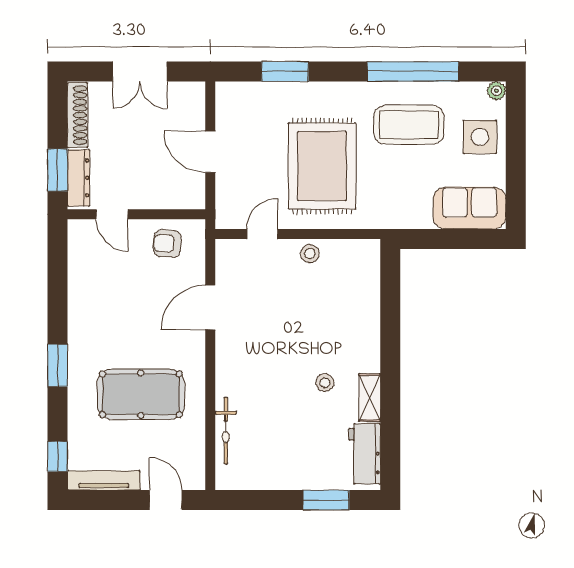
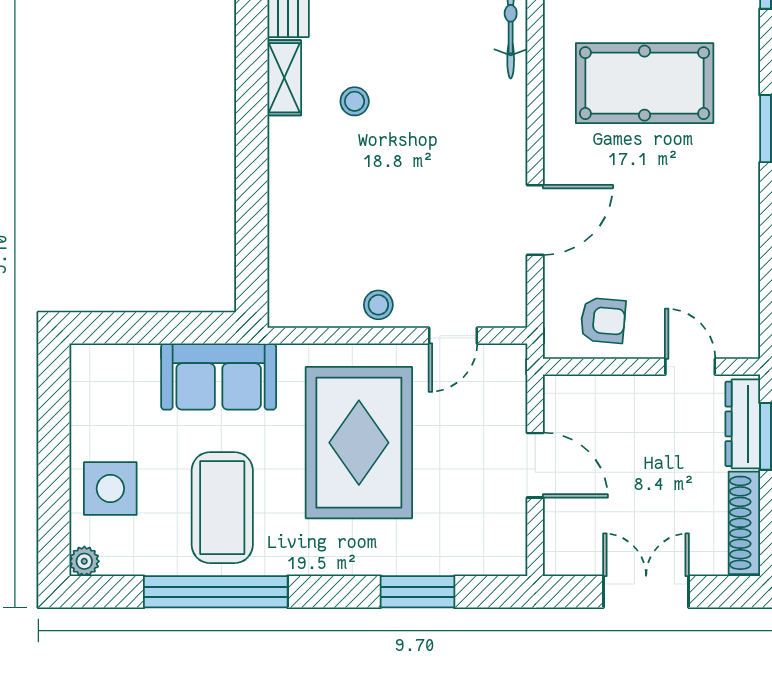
coffee table: (409, 125) -> (222, 508), turned 90
sofa: (470, 208) -> (219, 377), moved

